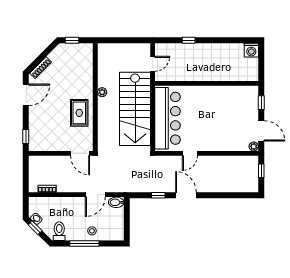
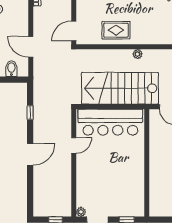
door: (190, 153) -> (74, 145), swing flipped
door: (186, 195) -> (30, 154), moved
bidet: (116, 202) -> (11, 69), moved

